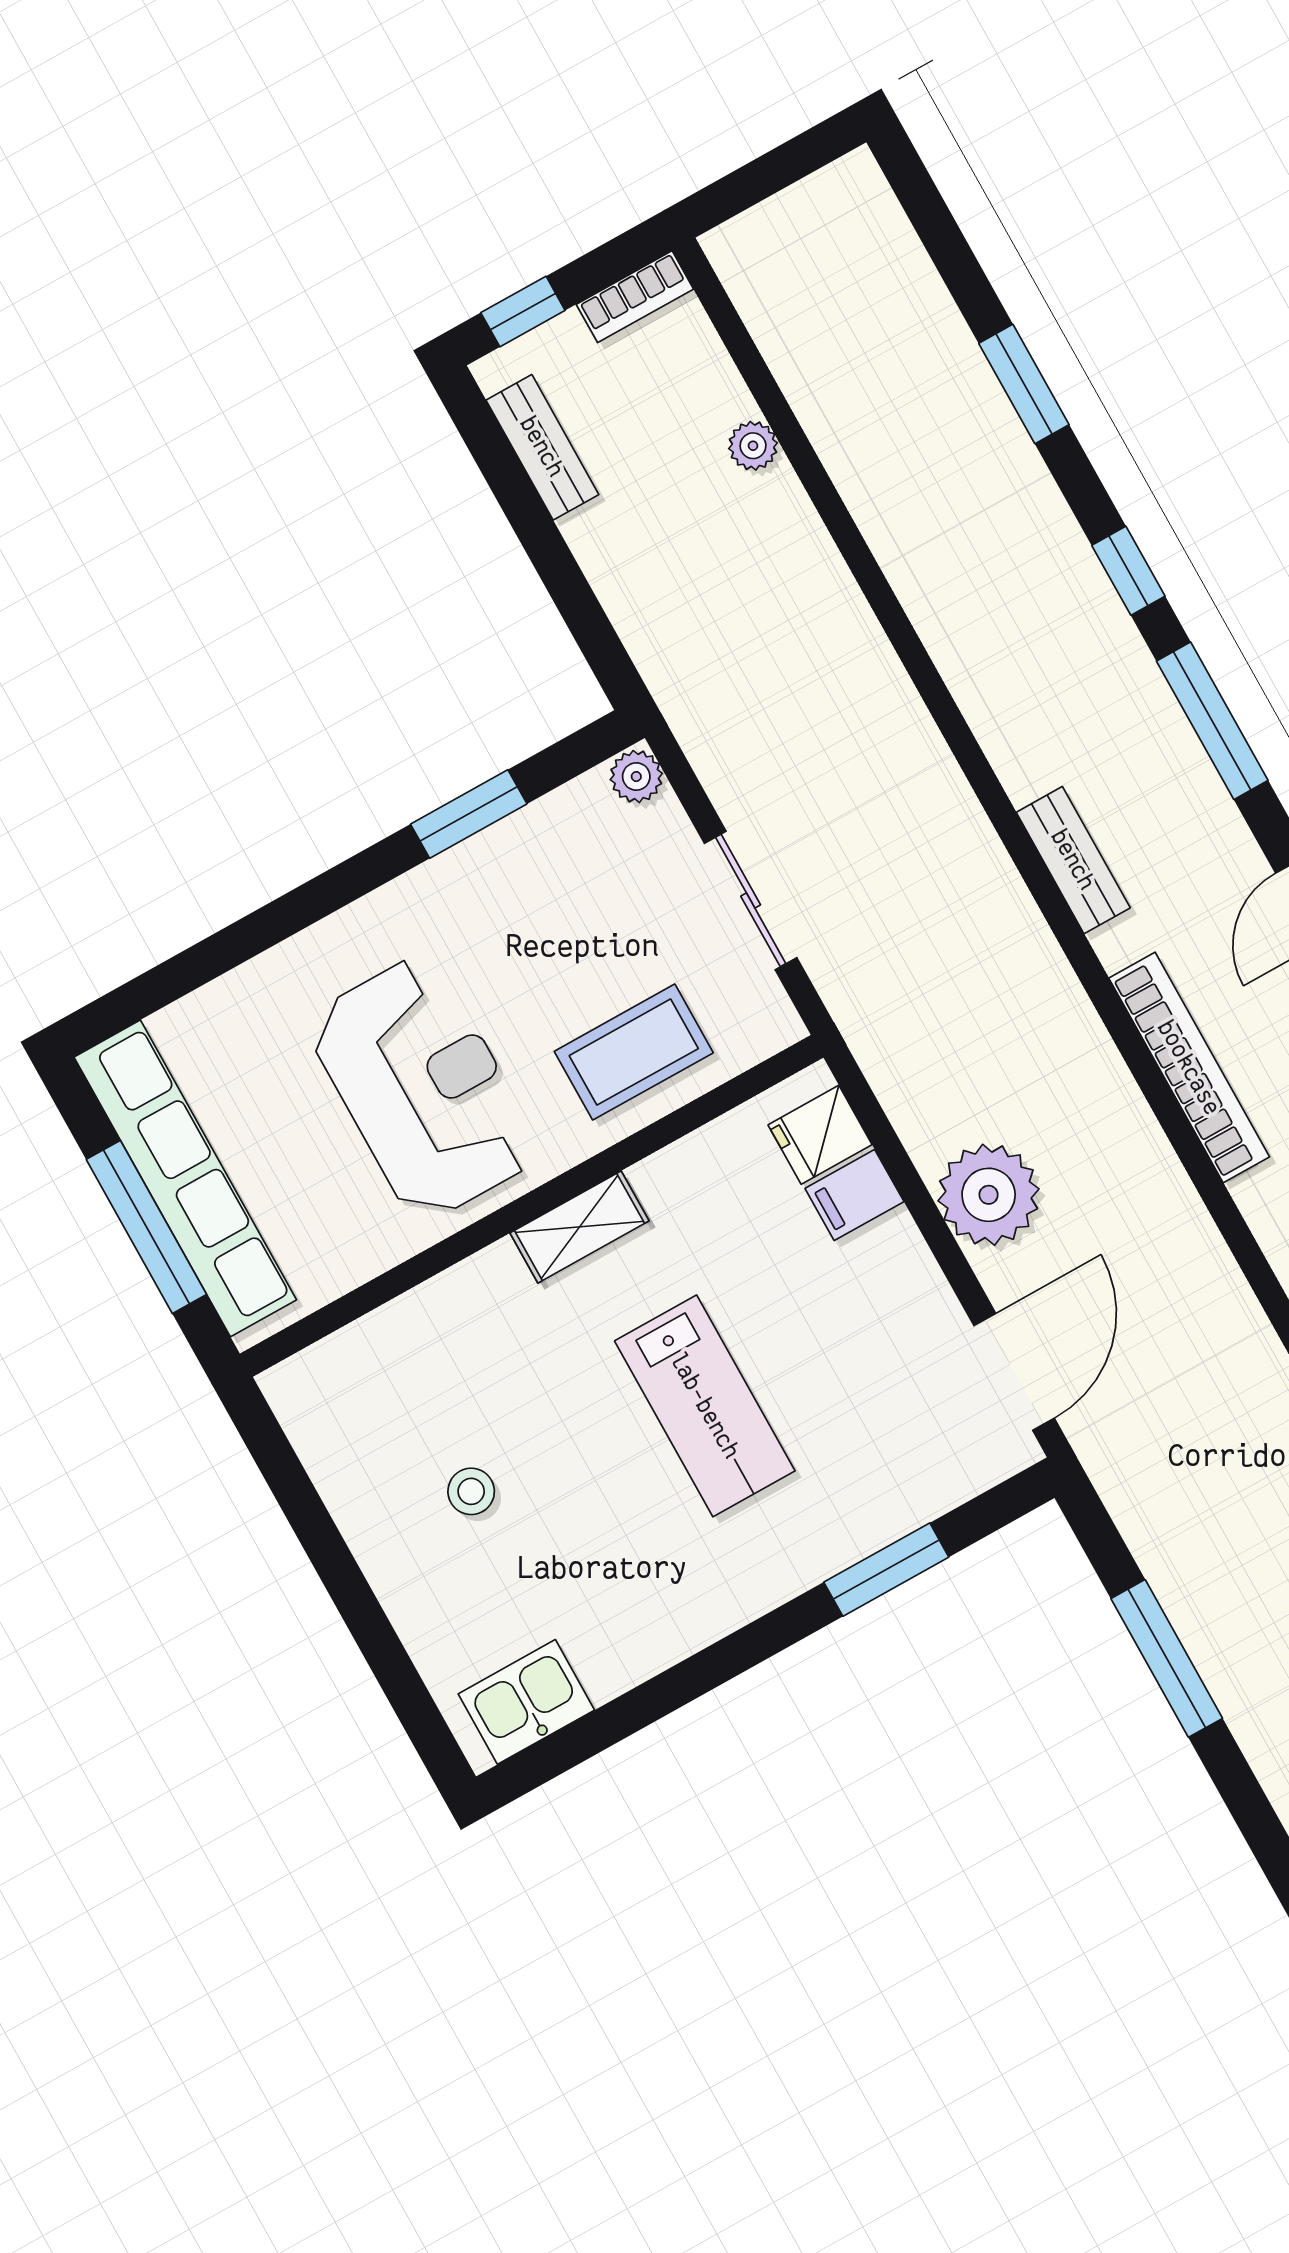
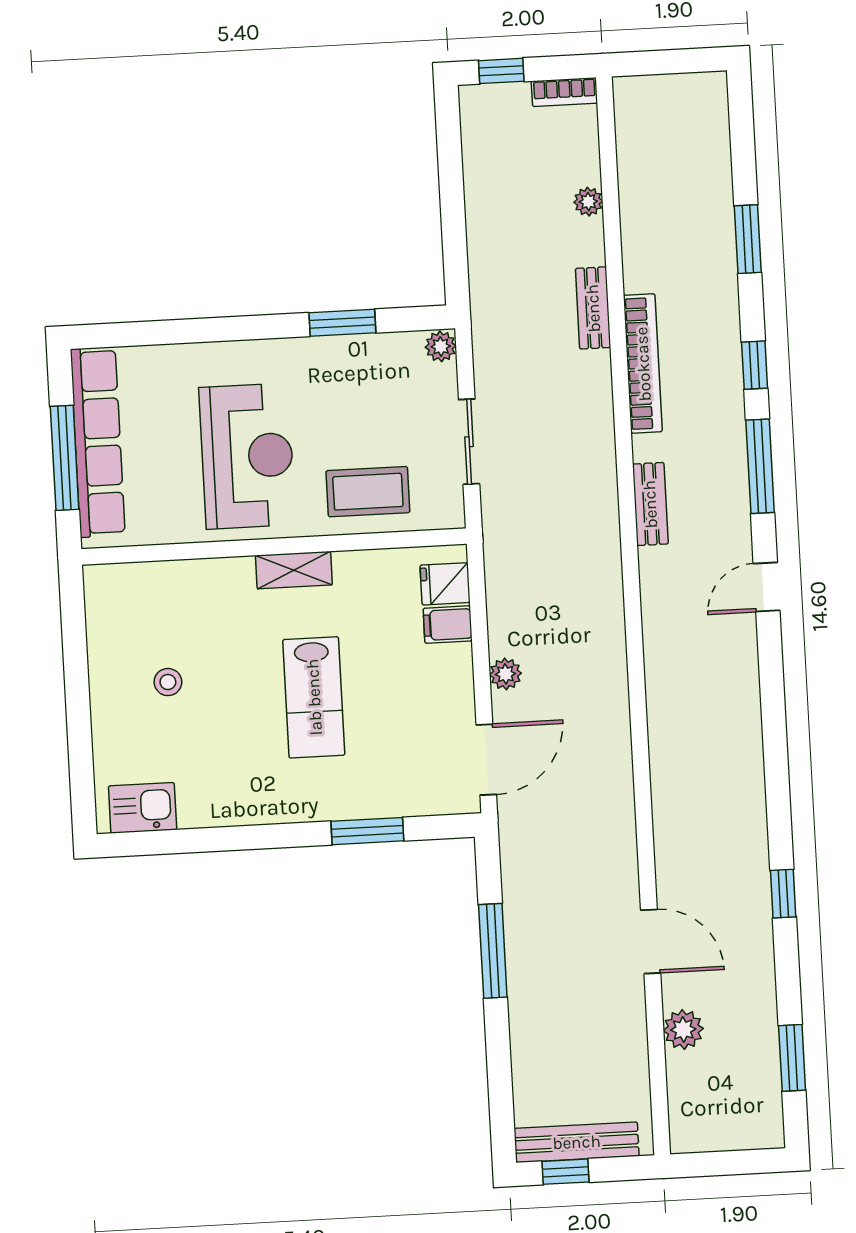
bench: (542, 447) -> (593, 308), moved
bookcase: (1189, 1068) -> (643, 364), moved
plant: (989, 1195) -> (505, 674), width x0.53, depth x0.53

